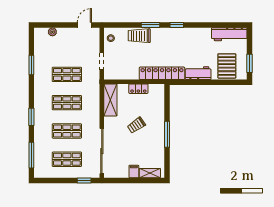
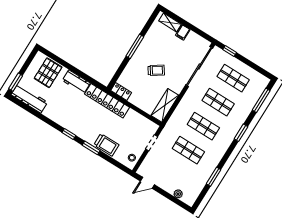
window: (249, 63) -> (16, 82), moved
locker: (138, 89) -> (121, 91), moved

